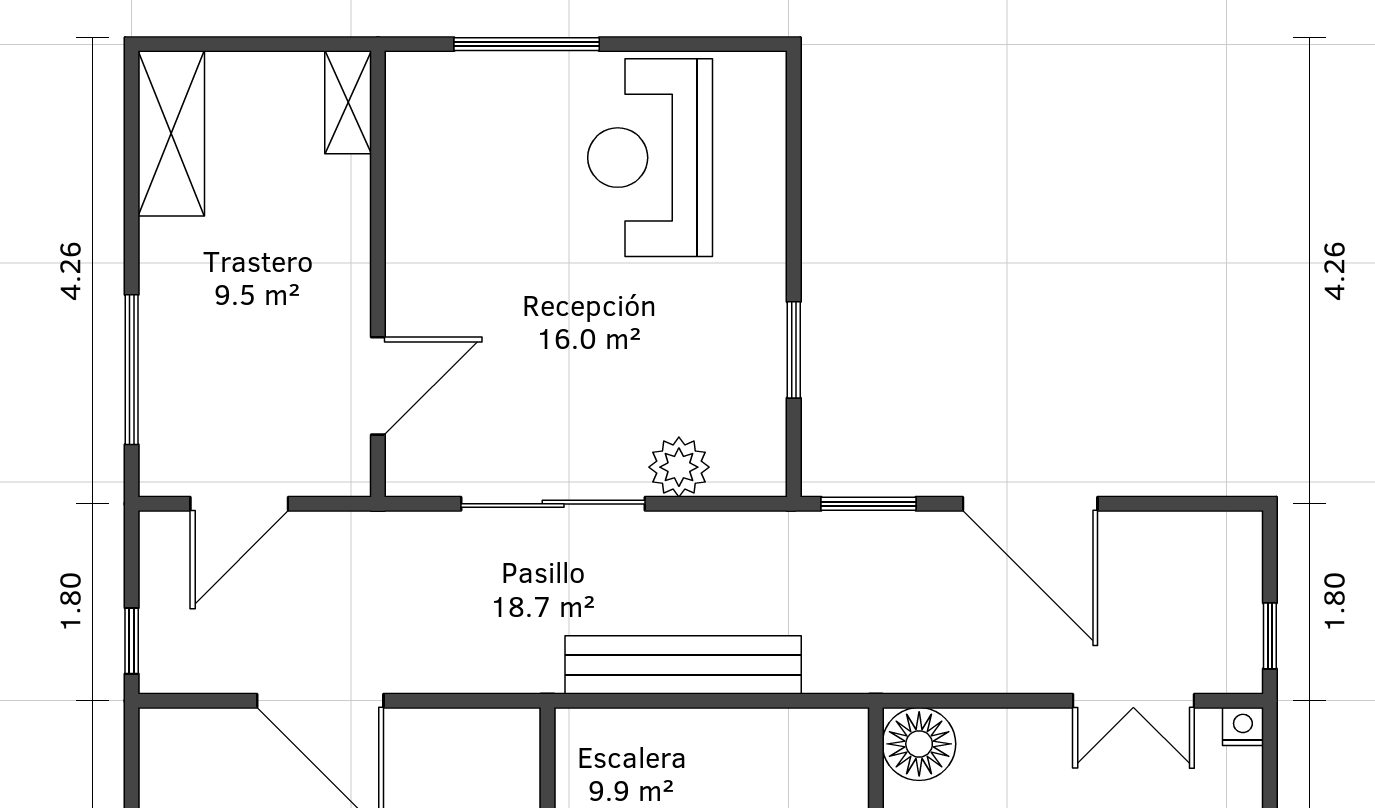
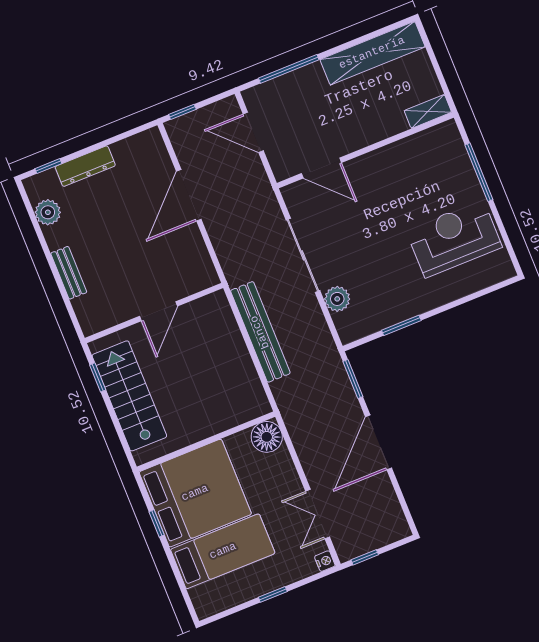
shelving: (171, 133) -> (372, 53), width x1.47

